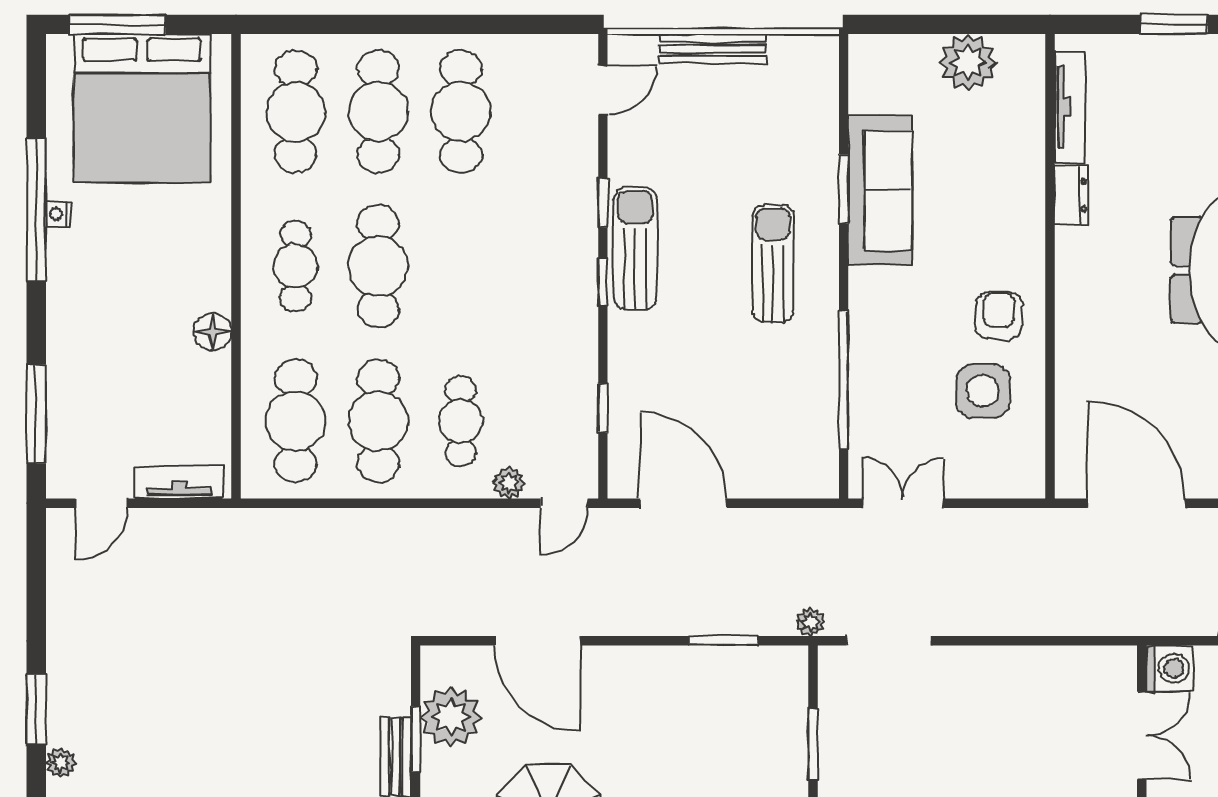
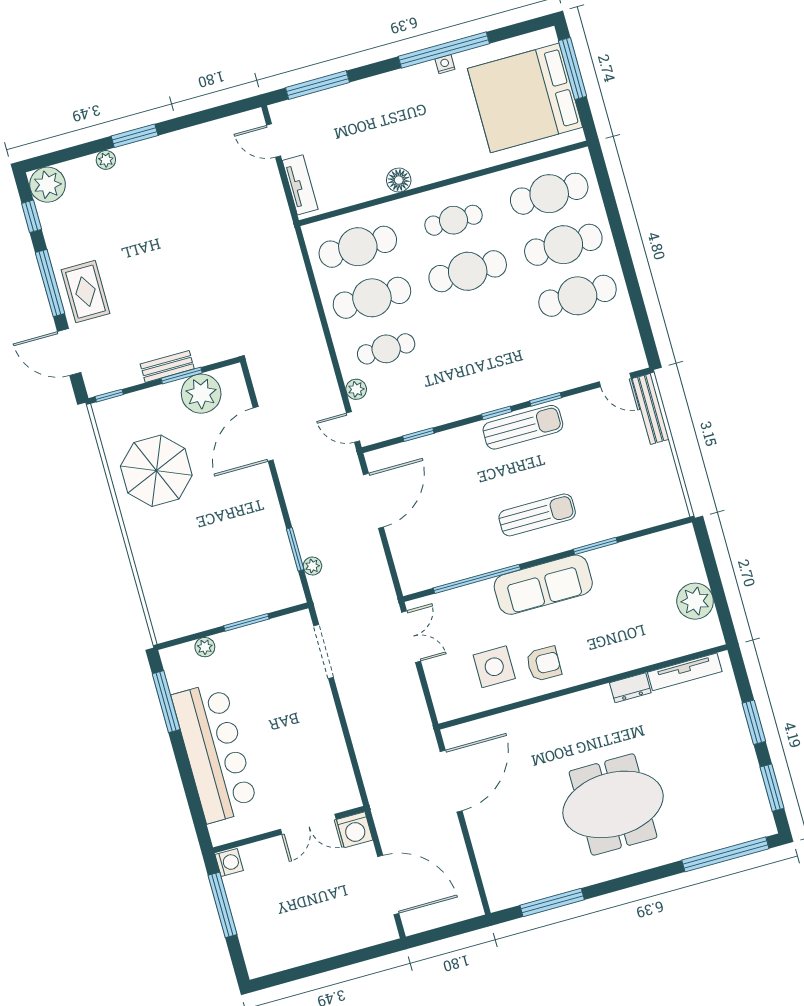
bench: (713, 49) -> (651, 409), moved
sofa: (880, 190) -> (543, 585), moved
plant: (810, 622) -> (312, 566), moved

